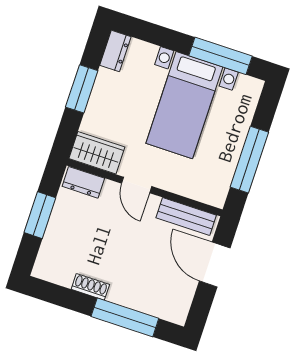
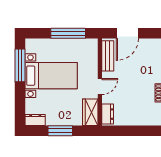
window: (40, 215) -> (132, 131), removed

